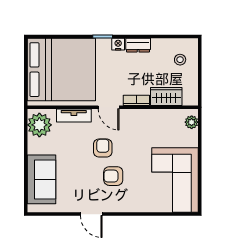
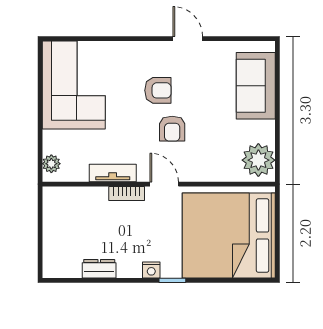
dresser: (138, 45) -> (99, 269), moved
stool: (180, 60) -> (67, 249), removed
wardrobe: (166, 97) -> (86, 199), removed
tv unit: (74, 115) -> (113, 173), moved

